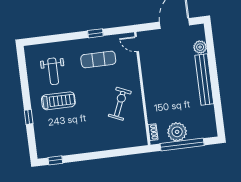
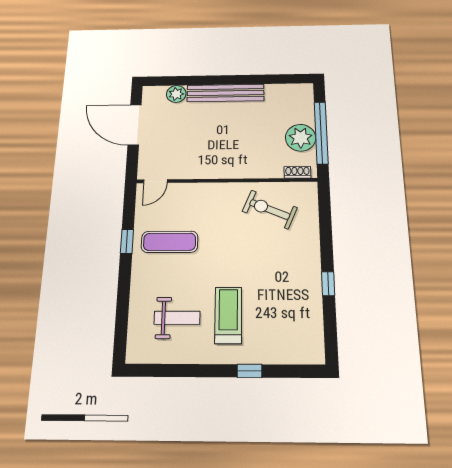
exercise mat: (98, 59) -> (170, 242), turned 90
exercise bike: (120, 104) -> (270, 209), moved
window: (55, 160) -> (328, 284), moved

